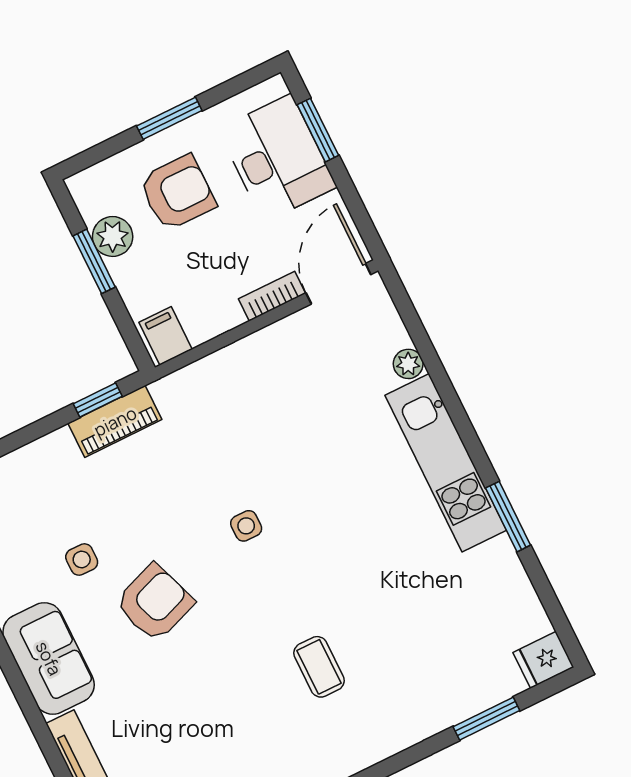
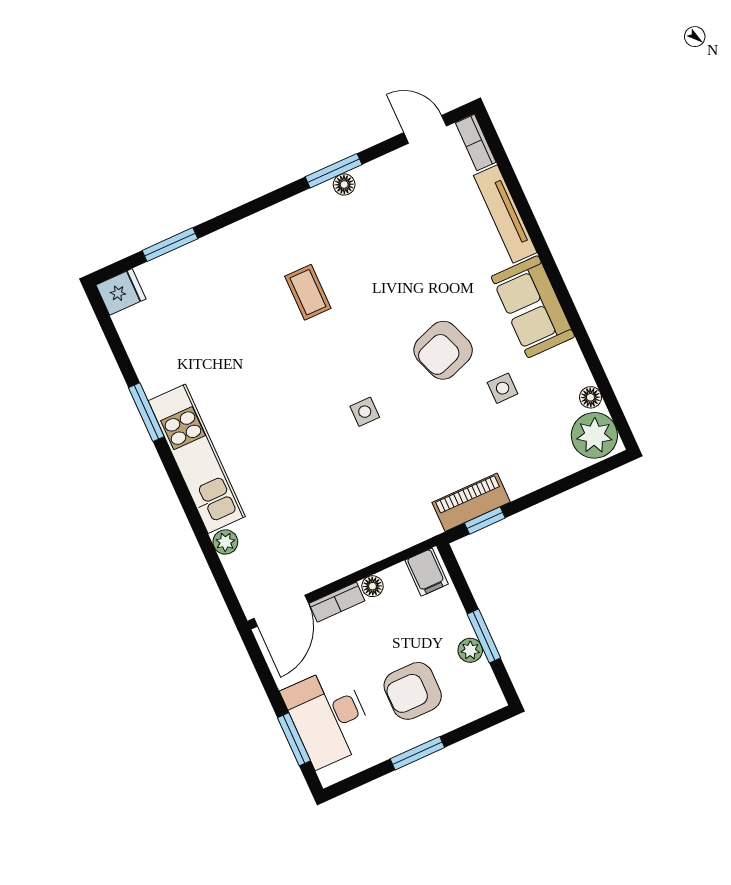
plant: (113, 236) -> (470, 650), width x0.73, depth x0.73
floor lamp: (230, 317) -> (373, 586), added

